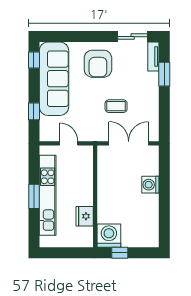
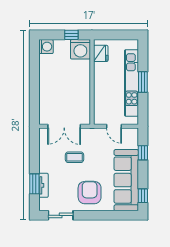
tv unit: (153, 56) -> (43, 185), moved
washing machine: (150, 185) -> (46, 47), moved
fridge: (85, 216) -> (101, 53), moved

